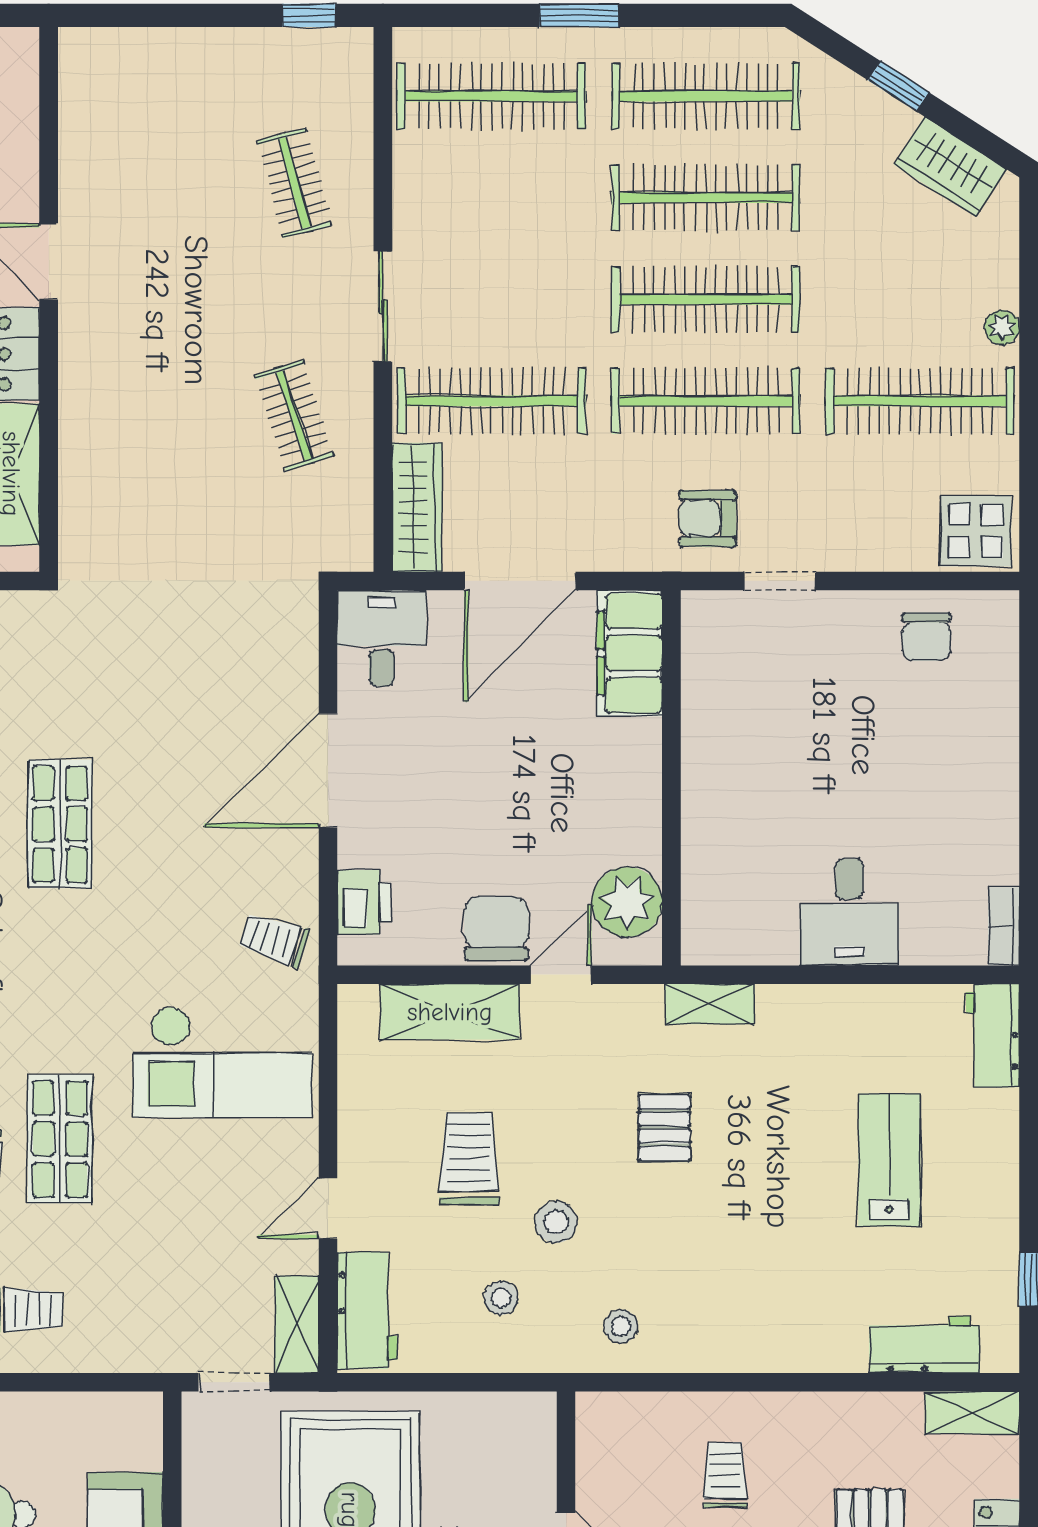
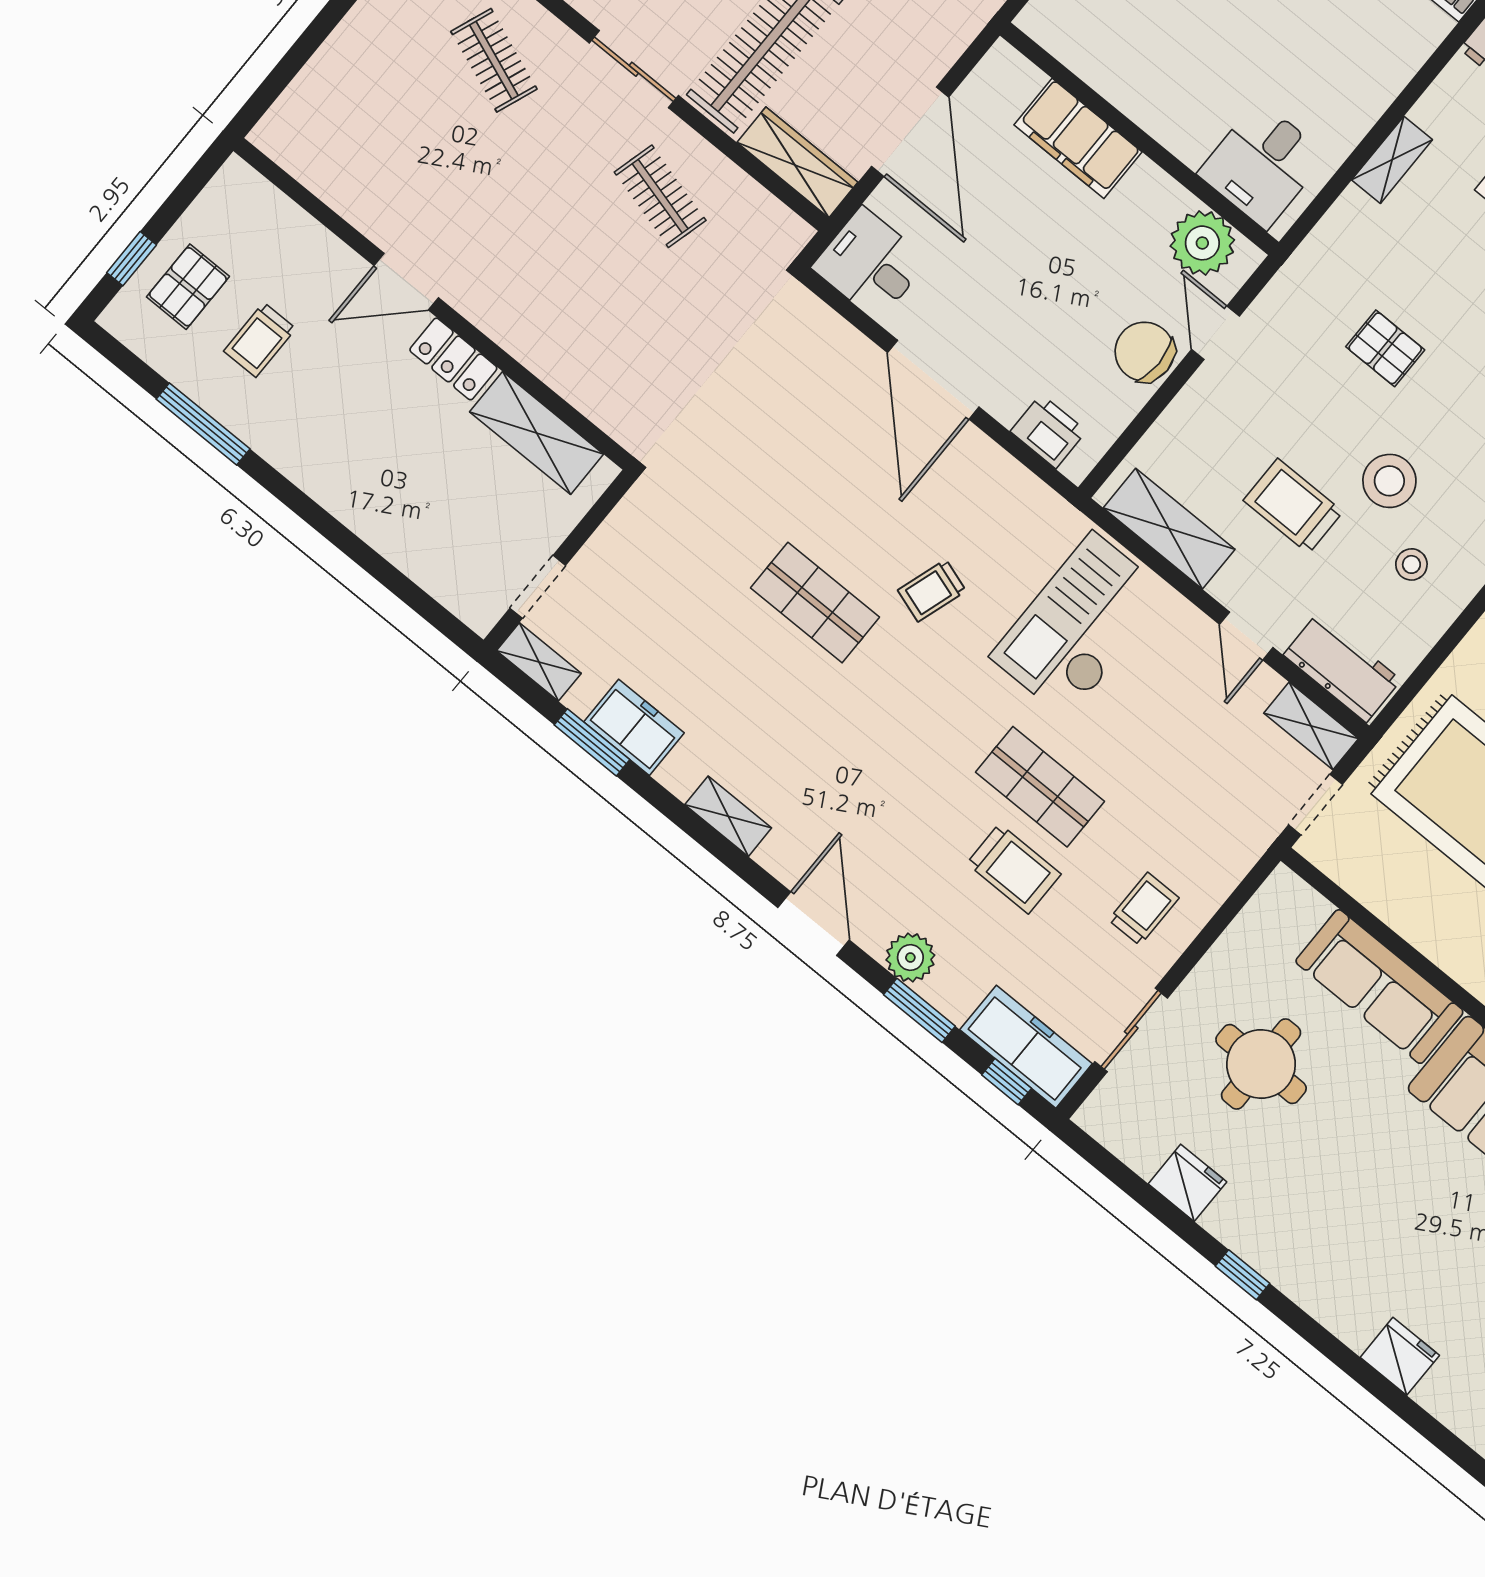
clothes rail: (294, 183) -> (494, 60), turned 36
clothes rail: (294, 416) -> (660, 196), turned 33
filing cabinet: (629, 653) -> (1078, 138), moved
desk: (849, 912) -> (1262, 165), moved, turned 90
trolley: (274, 940) -> (932, 591), moved
shelving: (710, 1004) -> (1392, 160), moved
shelving: (450, 1012) -> (1169, 529), moved, turned 90
checkout: (222, 1062) -> (1080, 625), turned 180
stool: (556, 1222) -> (1389, 481), width x1.38, depth x1.38

